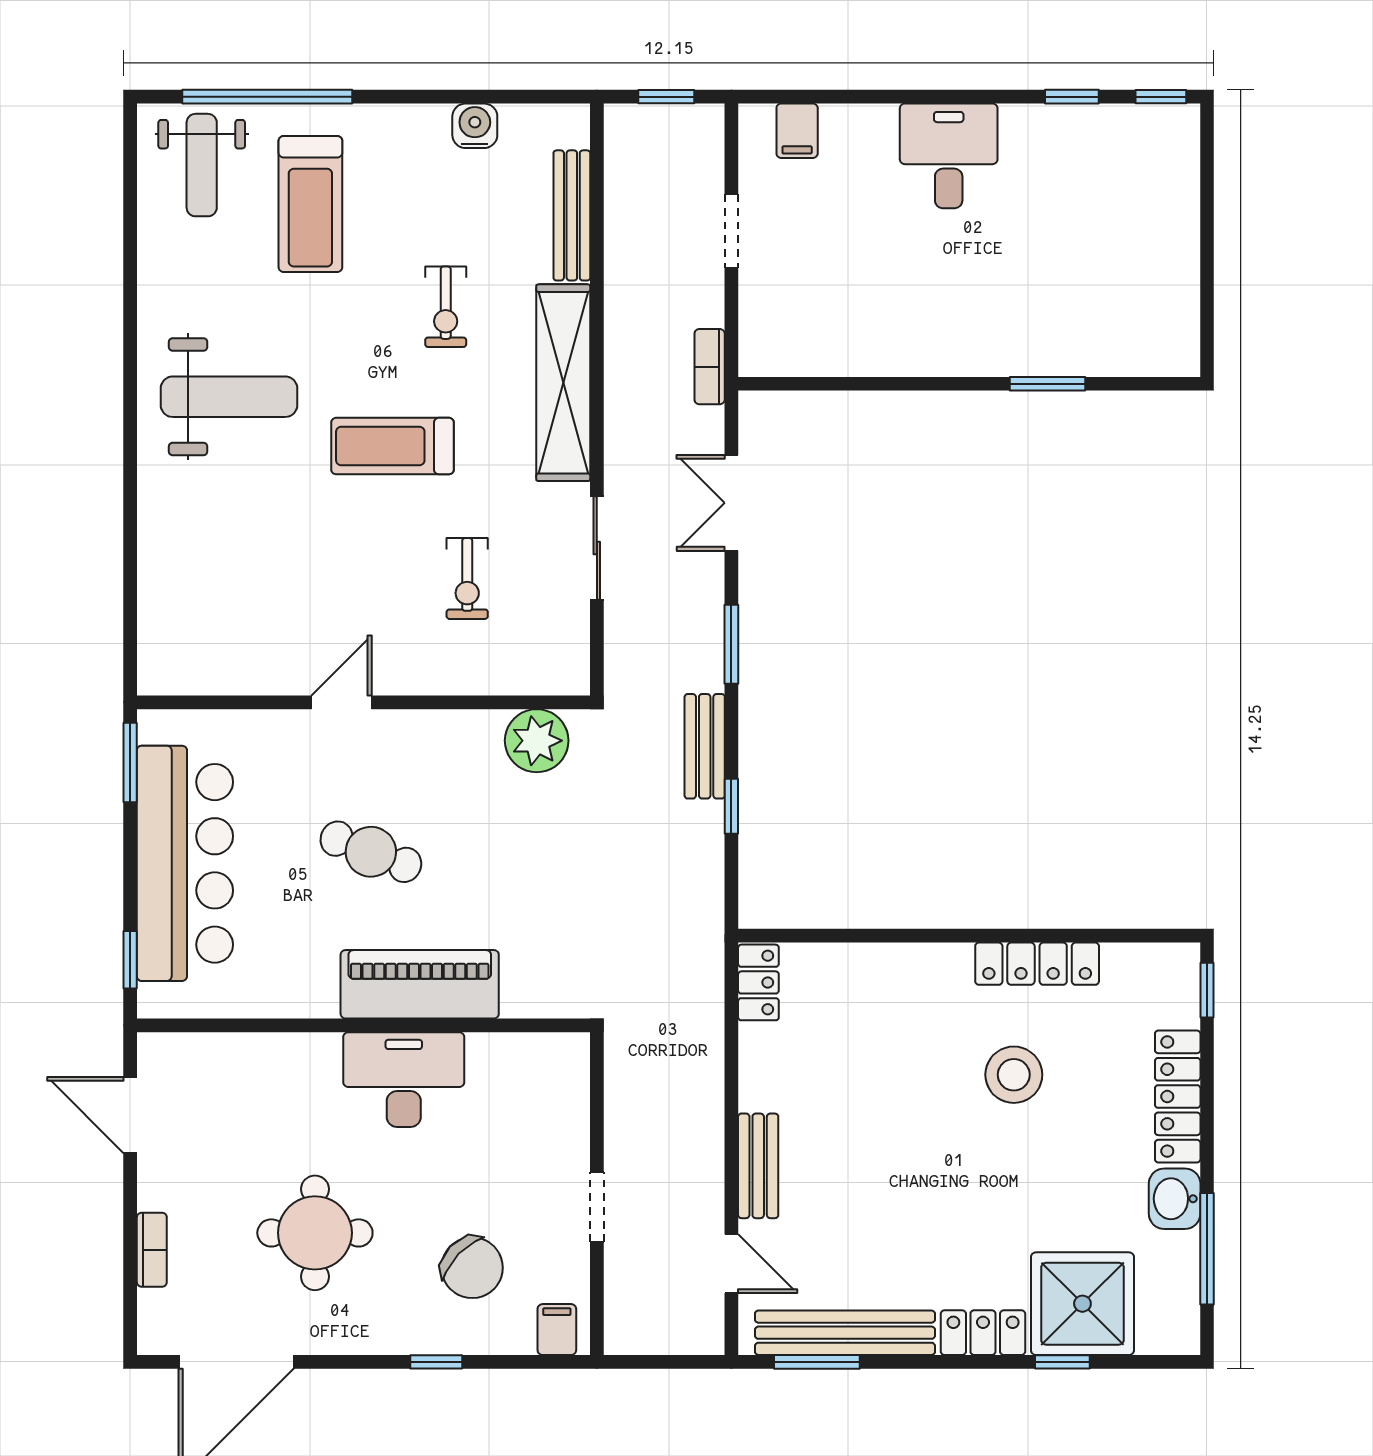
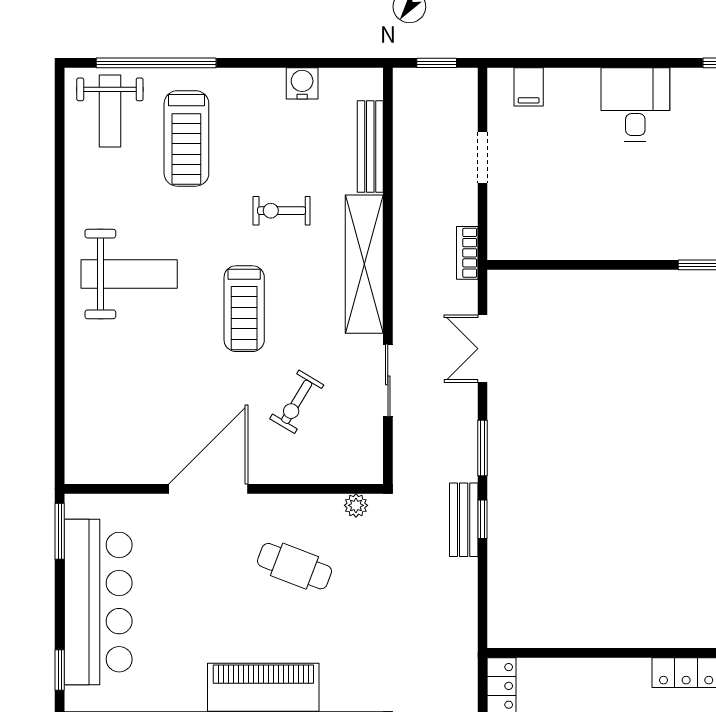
exercise bike: (446, 307) -> (282, 211), turned 90
treadmill: (393, 446) -> (244, 309), turned -90
exercise bike: (467, 578) -> (297, 402), turned 31
door: (342, 702) -> (208, 489), width x1.87
plant: (537, 741) -> (356, 505), width x0.53, depth x0.53
window: (731, 806) -> (482, 519), moved
cafe table: (371, 852) -> (295, 566), moved

